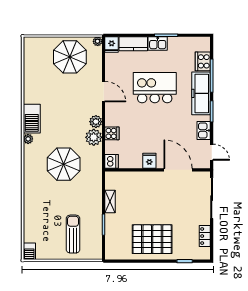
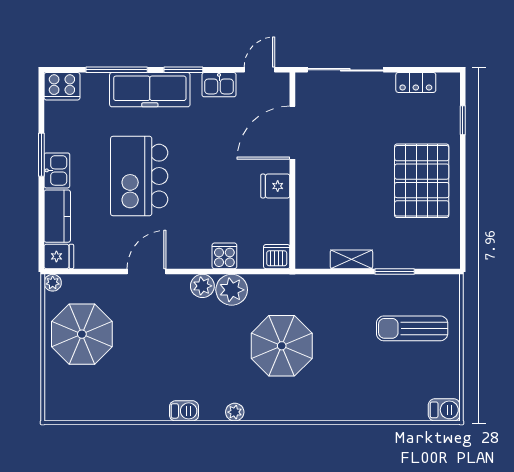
cooker: (203, 61) -> (62, 86), moved
barbecue: (32, 119) -> (184, 411), width x0.53, depth x0.65

